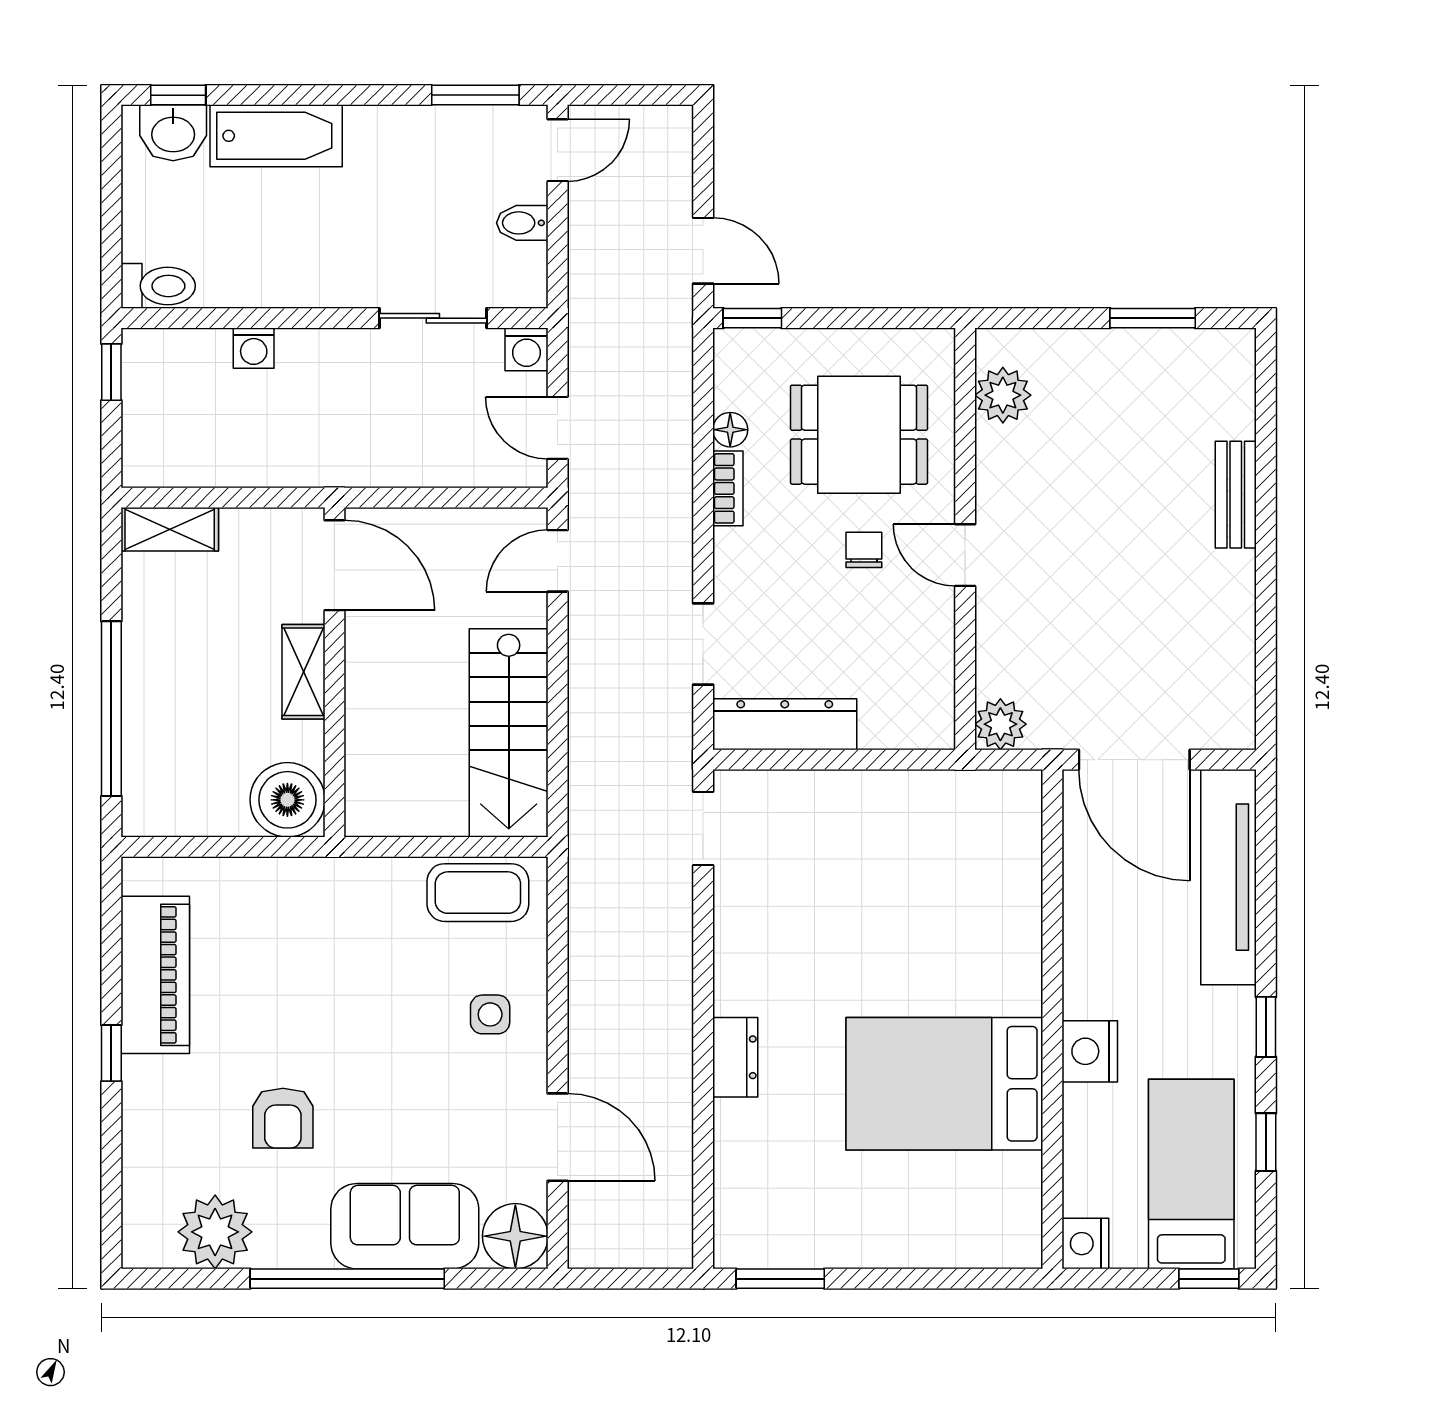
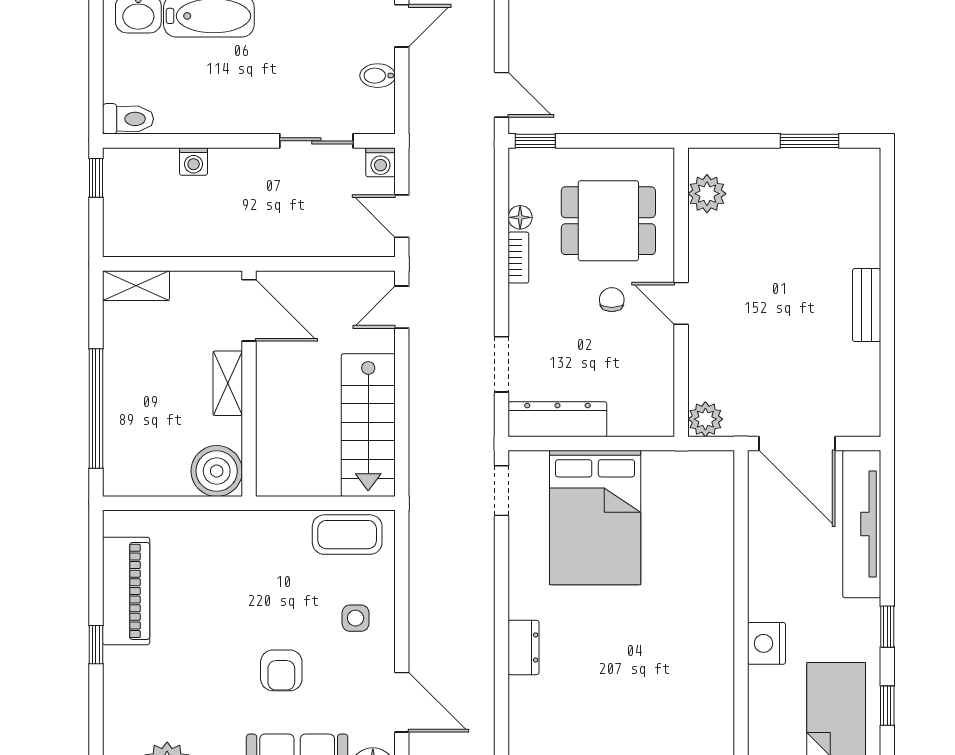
bench: (1236, 495) -> (867, 305), moved
bed: (944, 1084) -> (595, 517), moved, turned -90
armchair: (283, 1118) -> (281, 670), moved

